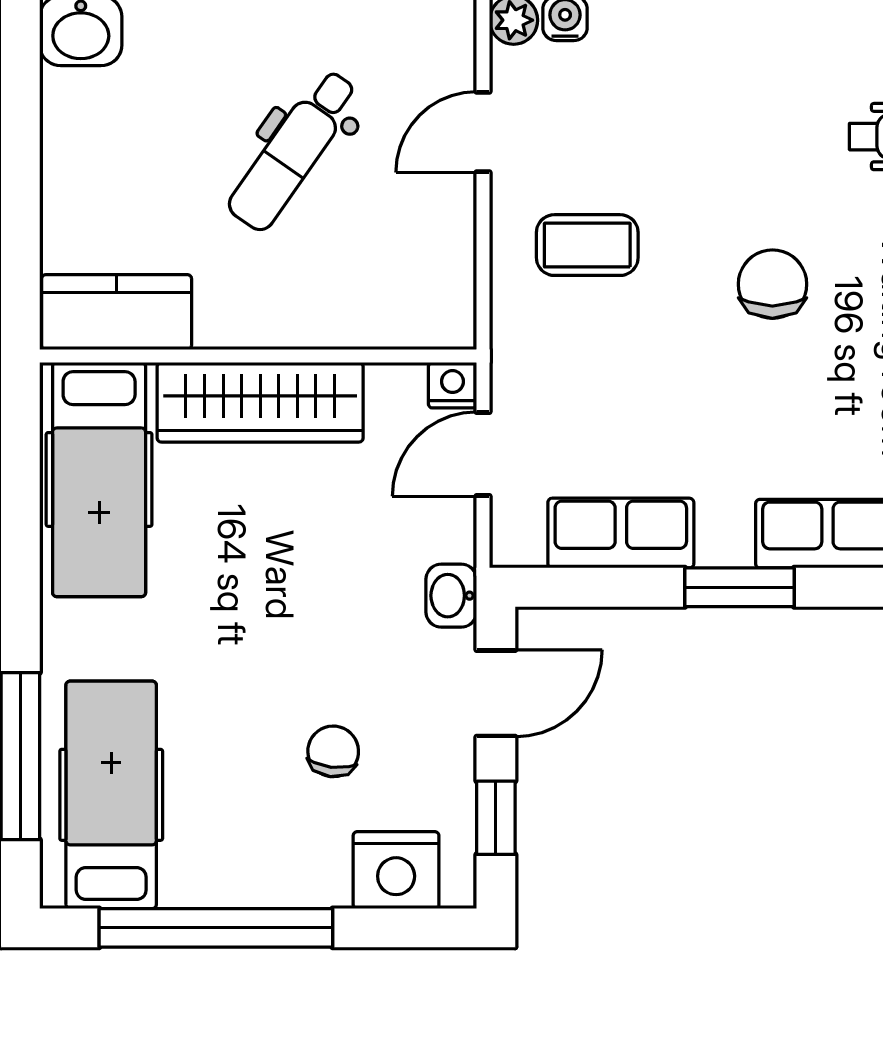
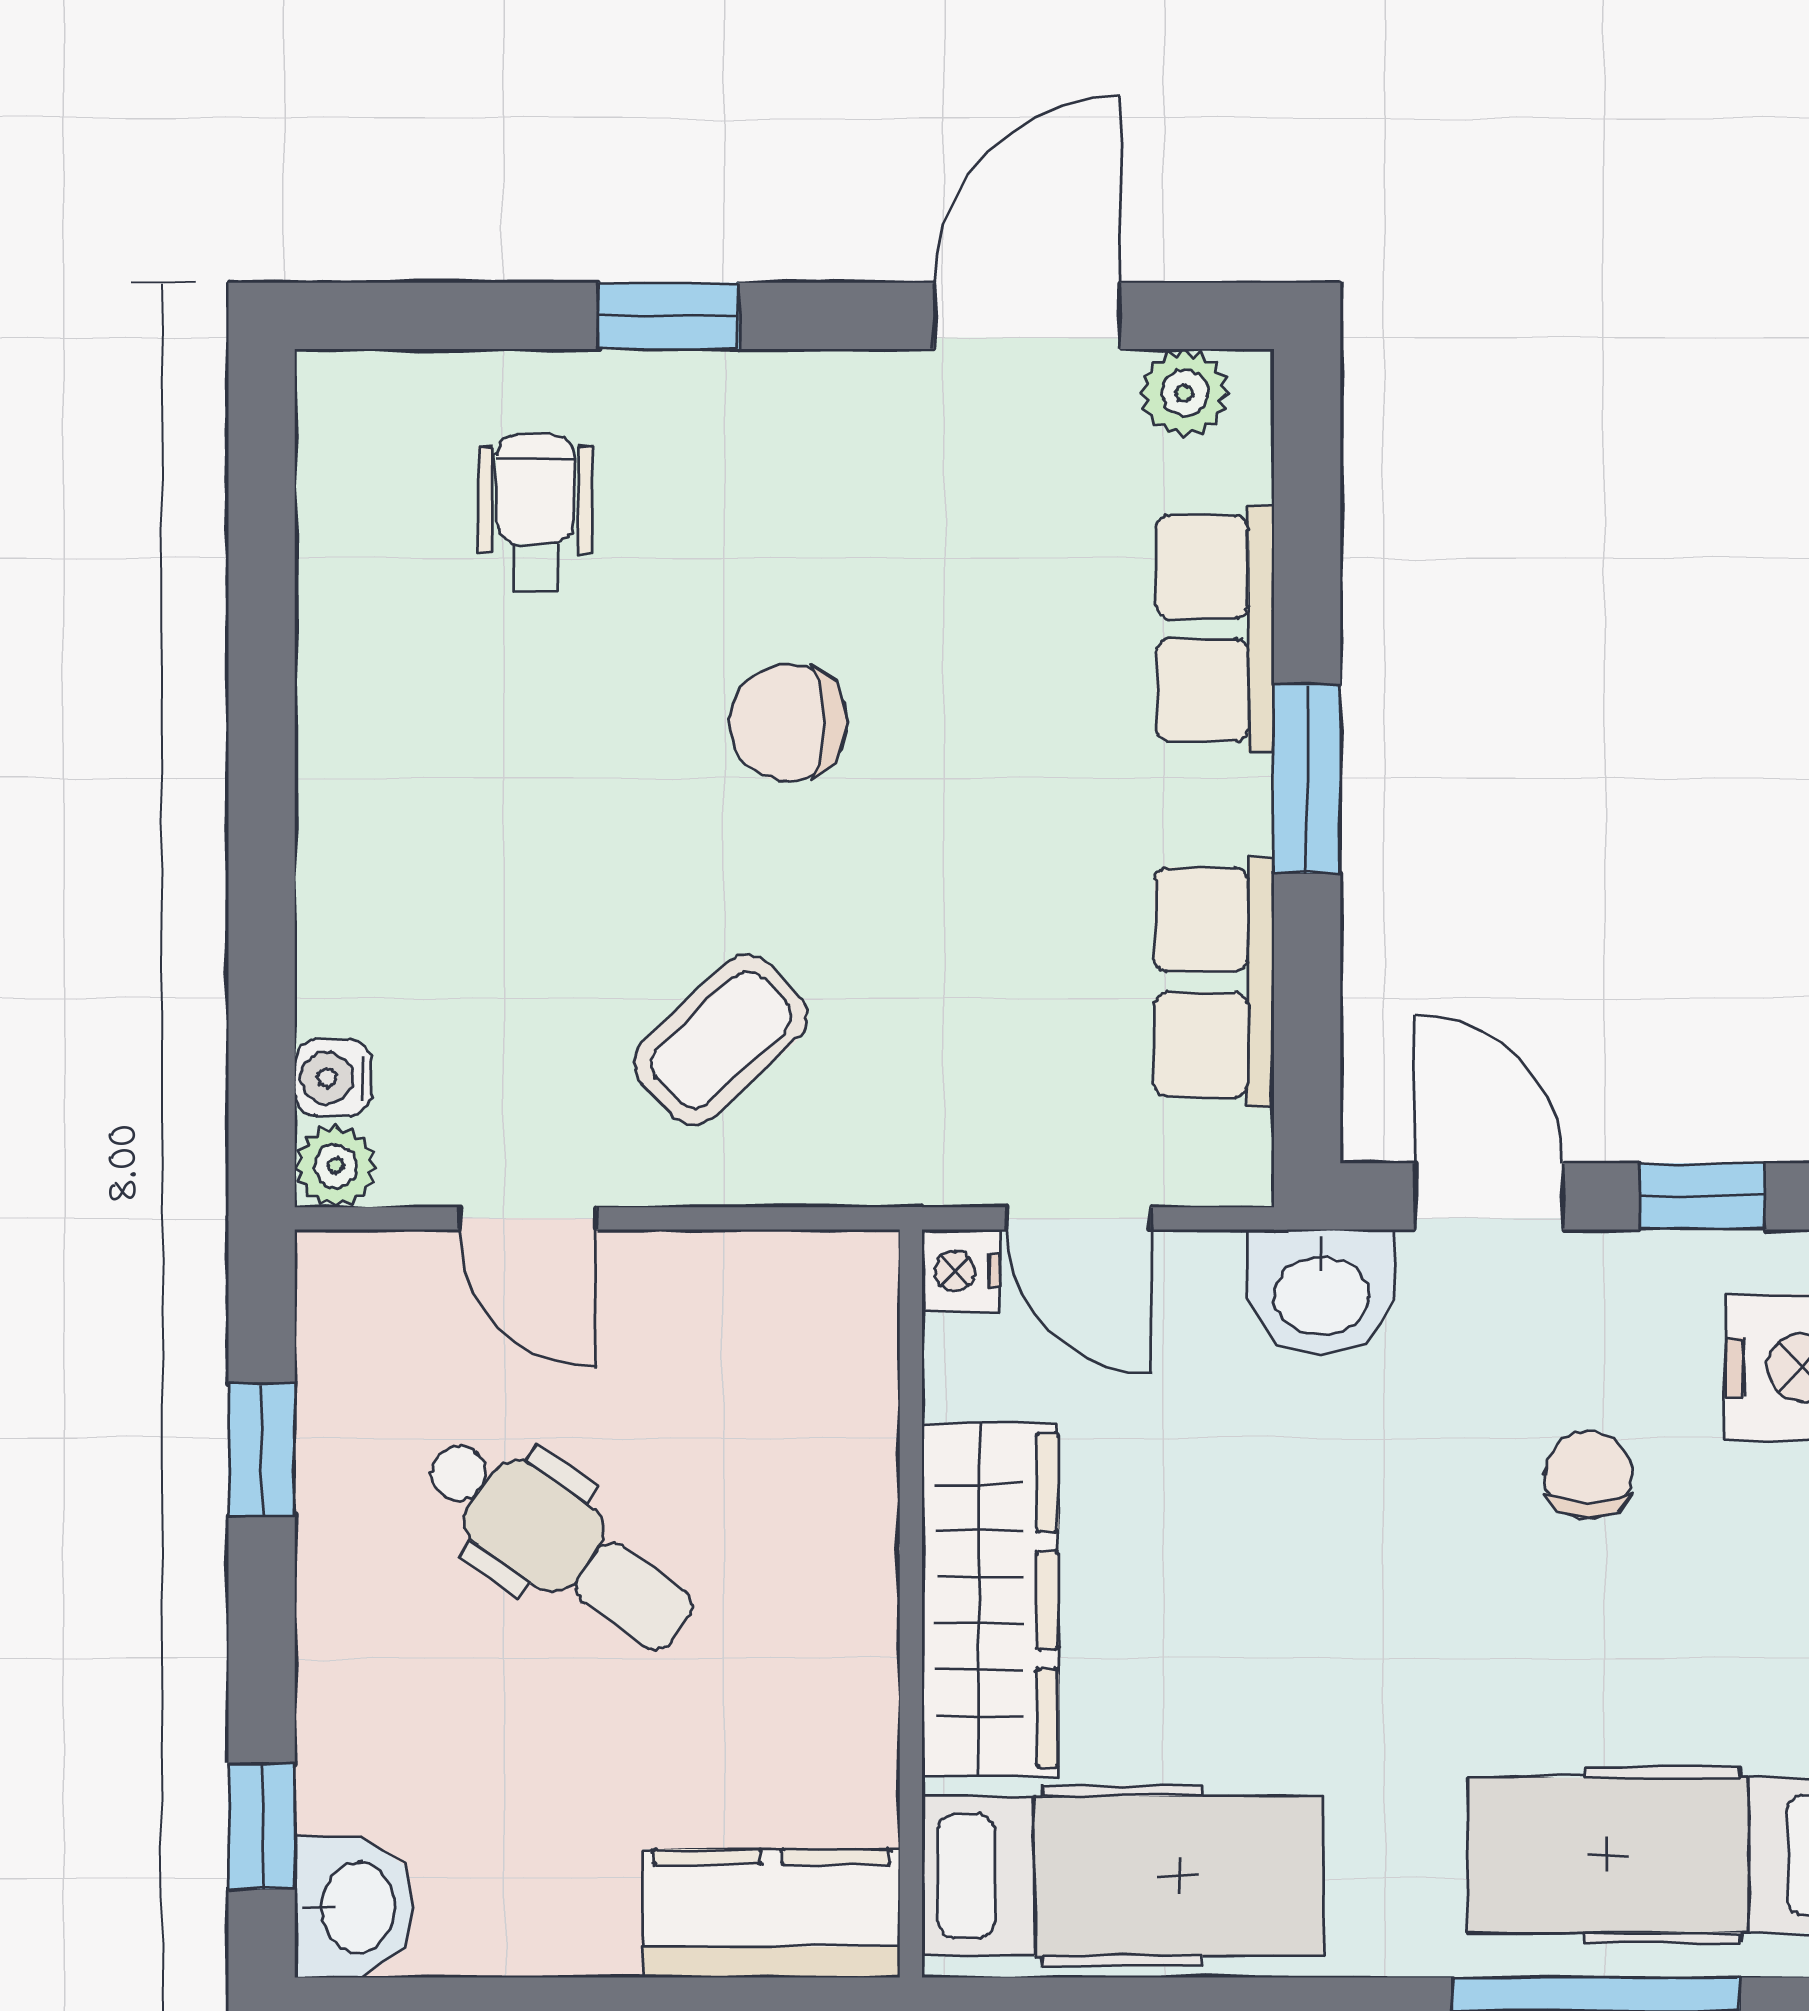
coffee table: (587, 245) -> (721, 1040), turned 47
kitchen counter: (117, 312) -> (772, 1913), moved, turned 90
washbasin: (451, 596) -> (1321, 1292), width x1.38, depth x1.45
chair: (333, 751) -> (1588, 1475), turned 83

